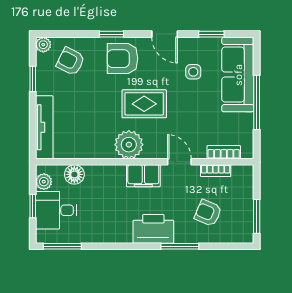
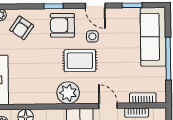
armchair: (71, 61) -> (22, 28), turned -82
side table: (193, 72) -> (92, 36), moved

